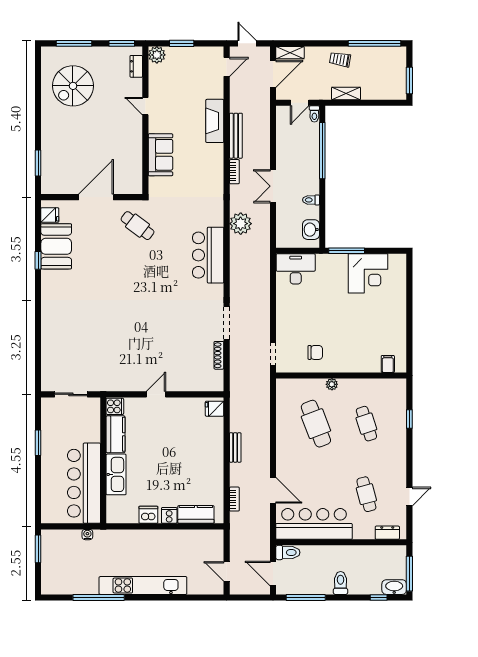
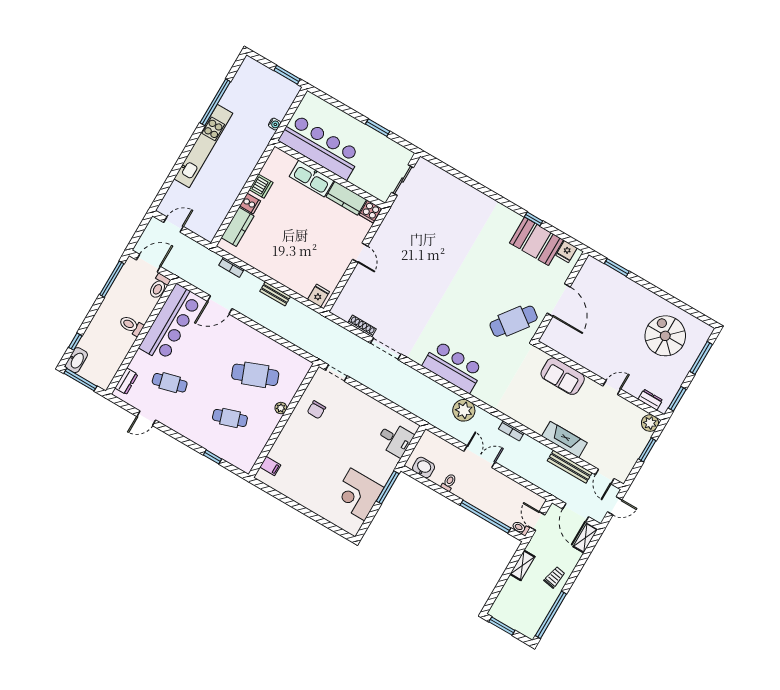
bench: (236, 136) -> (570, 467), moved
cafe table: (138, 226) -> (514, 321), width x1.37, depth x1.35
desk: (296, 269) -> (395, 439), width x0.73
door: (409, 497) -> (146, 418), hinge flipped
toilet: (341, 583) -> (131, 326), moved, turned 180

